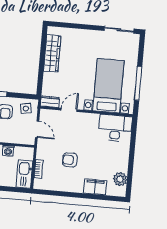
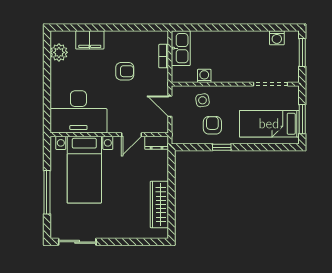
window: (138, 83) -> (47, 192), moved
side table: (26, 109) -> (202, 100), moved
desk: (115, 128) -> (78, 112), width x1.36, depth x1.30

